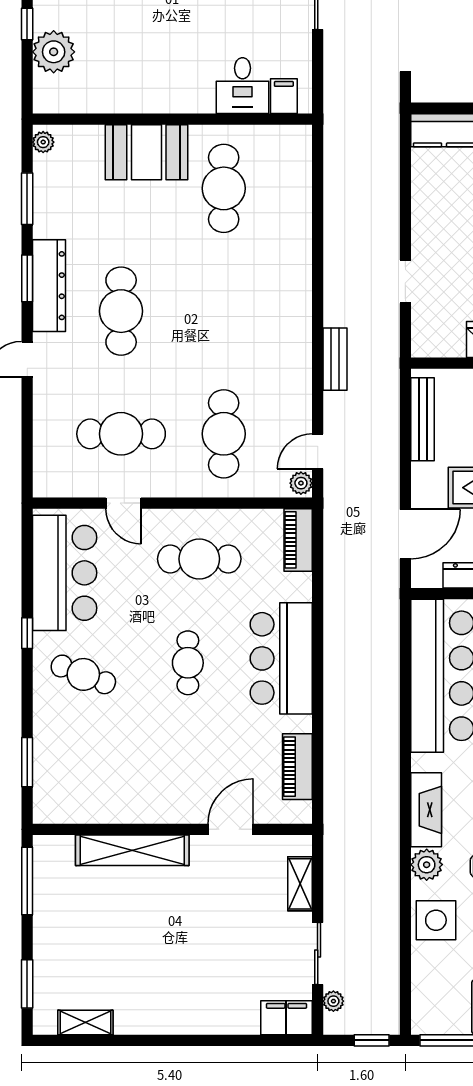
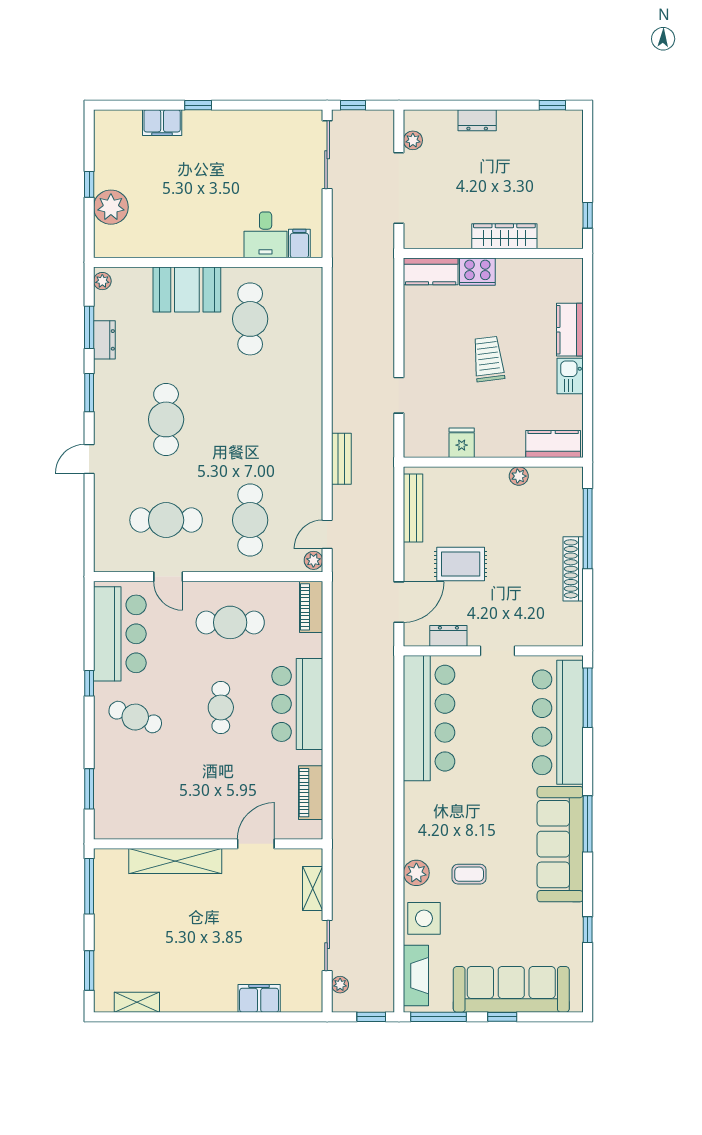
dresser: (49, 286) -> (104, 340), moved, width x0.51, depth x0.80
fireplace: (426, 810) -> (416, 976), moved
filing cabinet: (286, 1018) -> (259, 998), moved

